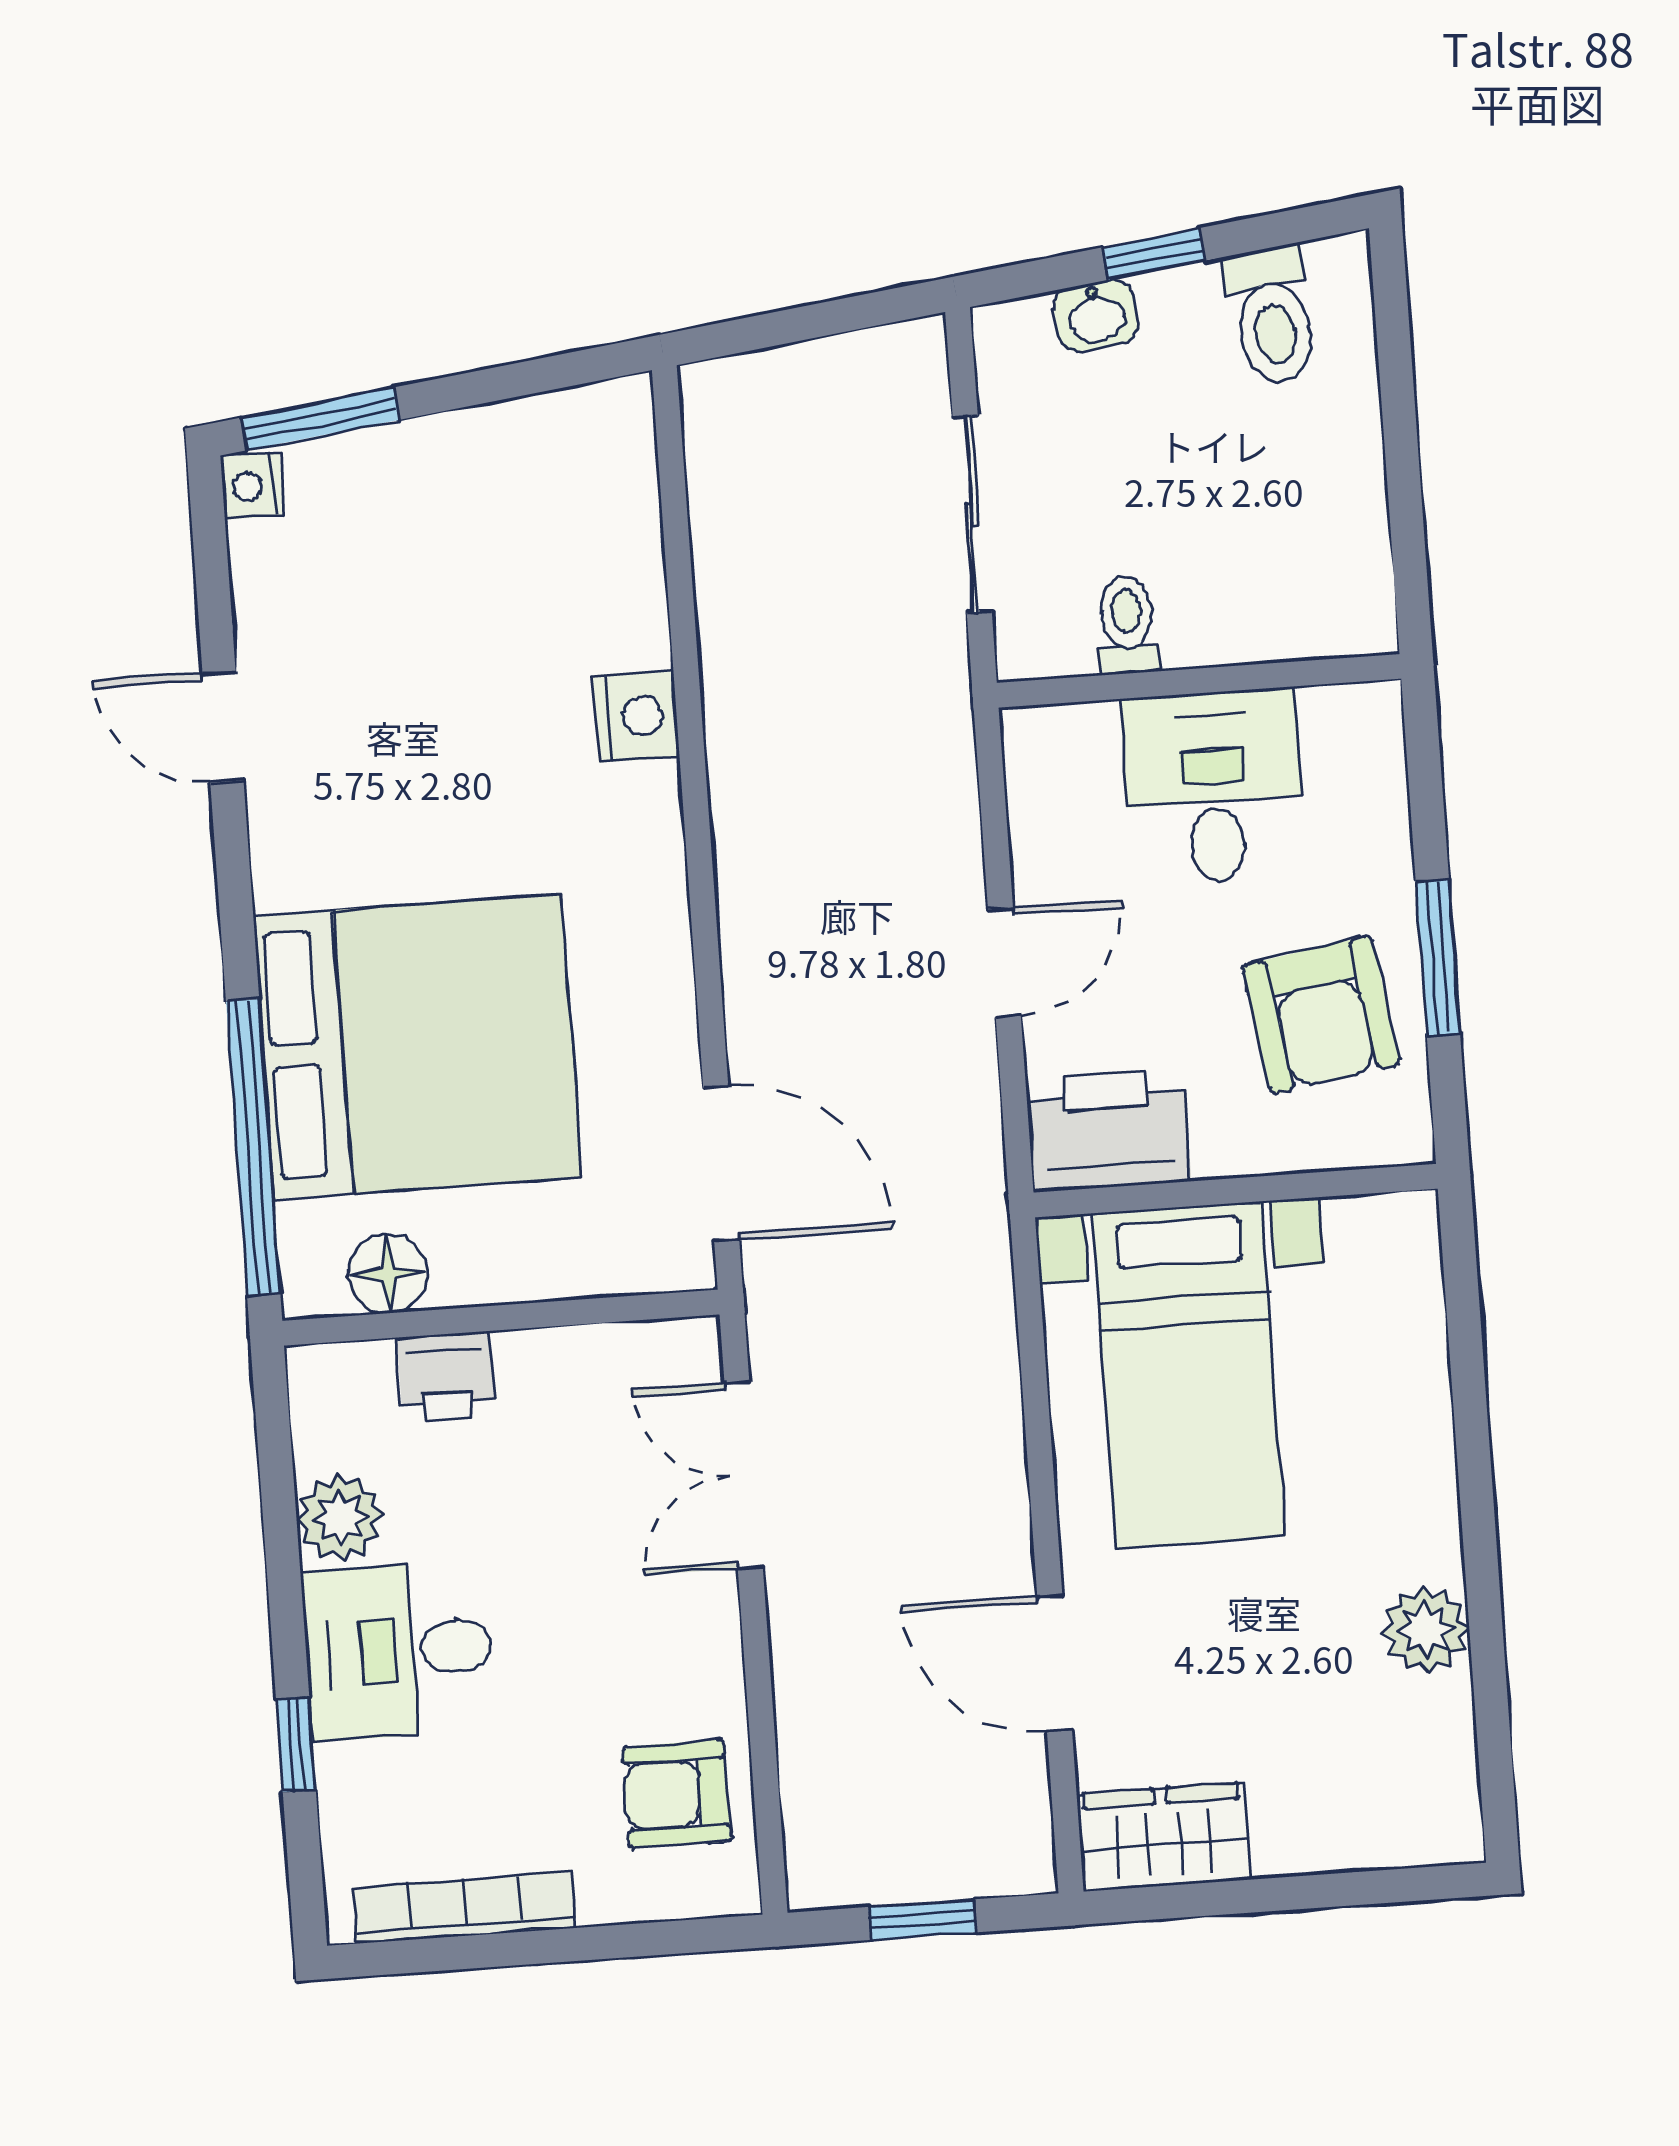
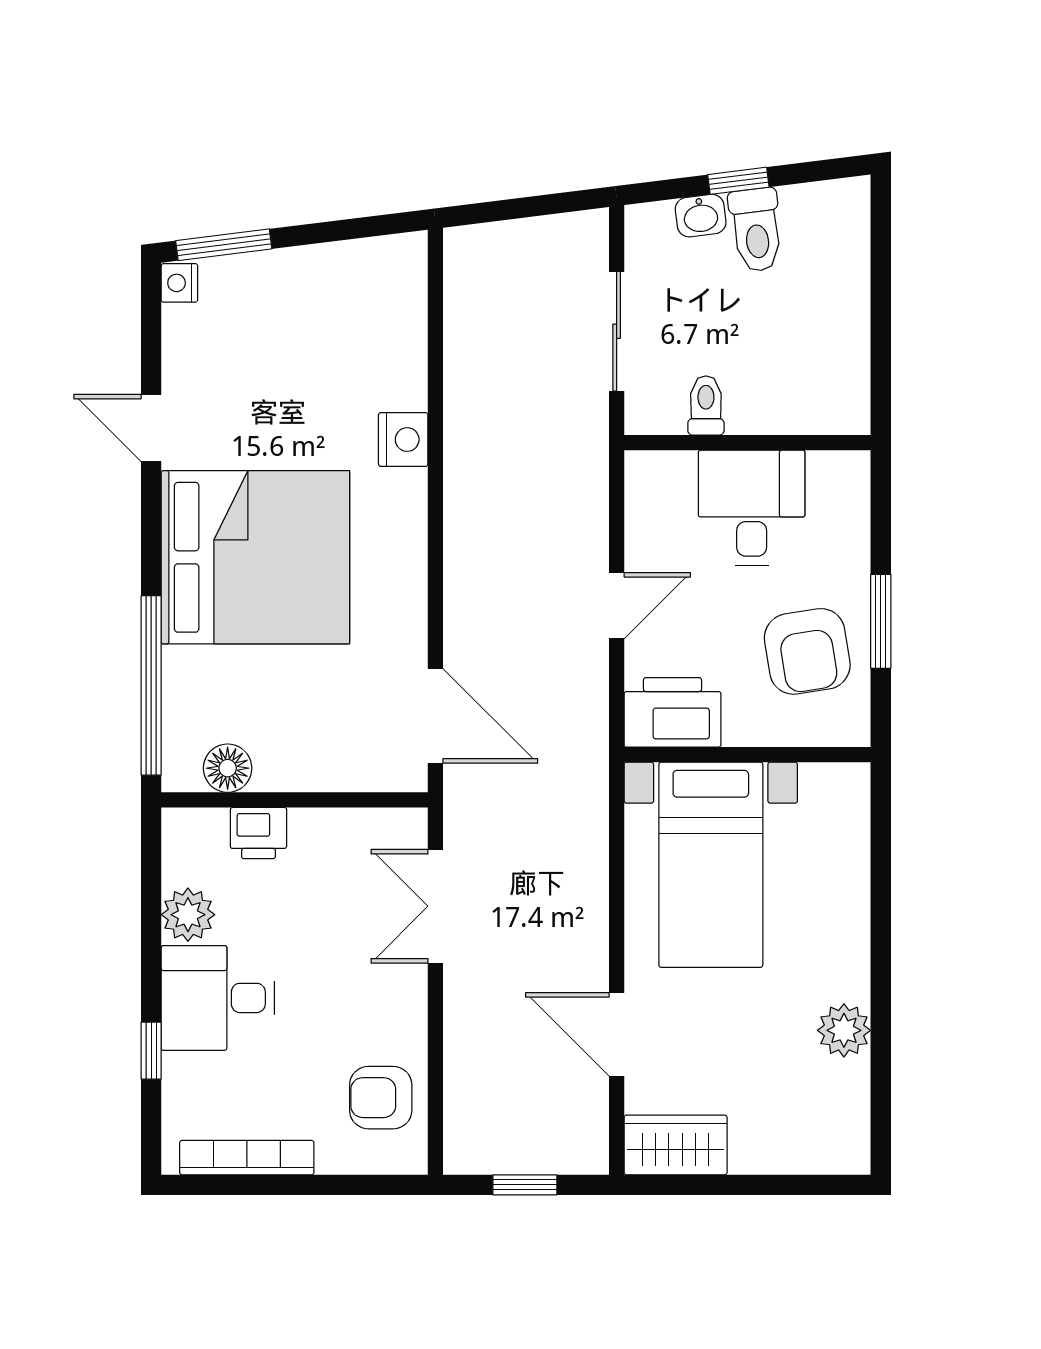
toilet: (1272, 316) -> (756, 230), moved
bed: (417, 1046) -> (255, 557), moved

